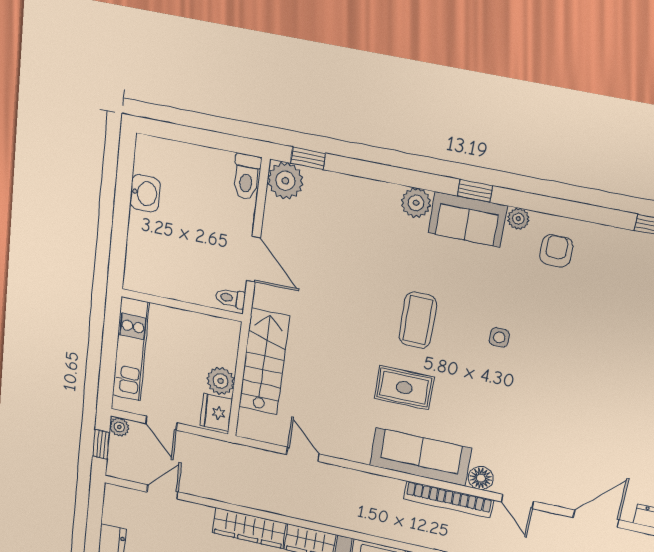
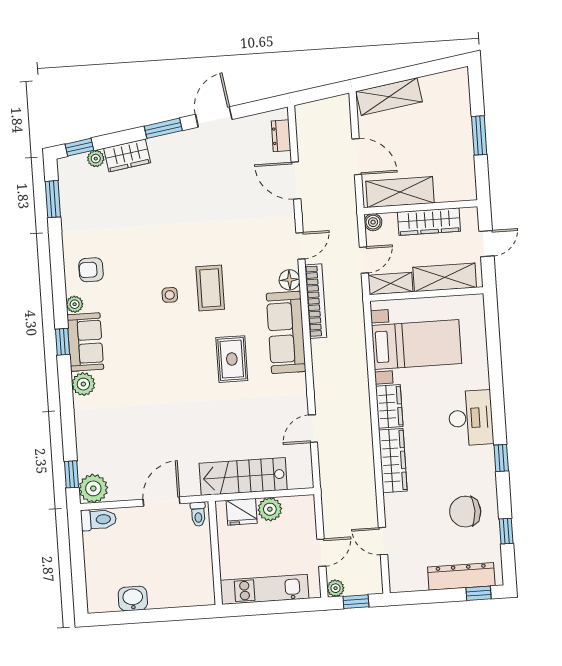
coffee table: (418, 320) -> (210, 288), moved, turned 90
fridge: (216, 412) -> (242, 512), moved

